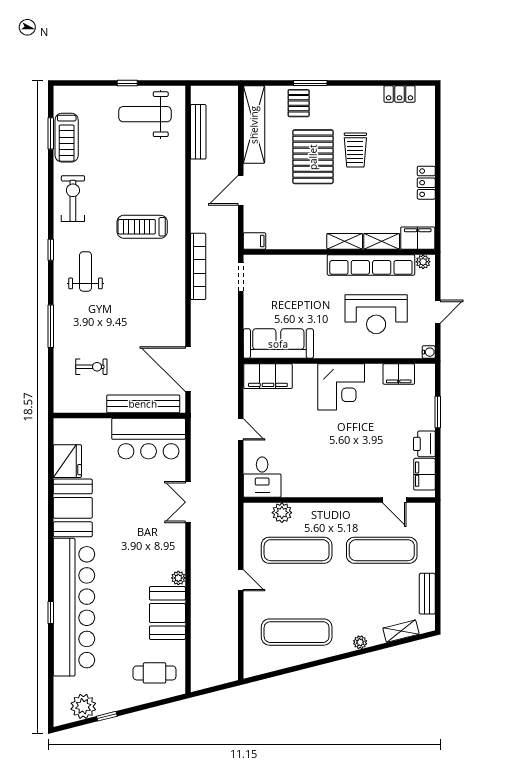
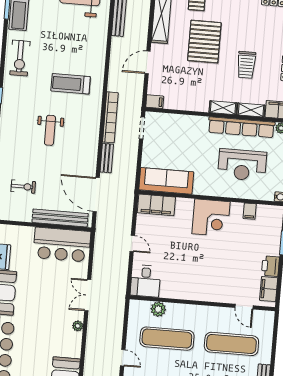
trolley: (355, 150) -> (246, 65), moved
exercise bike: (73, 199) -> (20, 58), turned 180
weight bench: (85, 271) -> (50, 130), moved, turned 180
bench: (198, 320) -> (107, 158), added
filing cabinet: (399, 374) -> (250, 211), width x0.50
plant: (178, 578) -> (78, 326), moved

